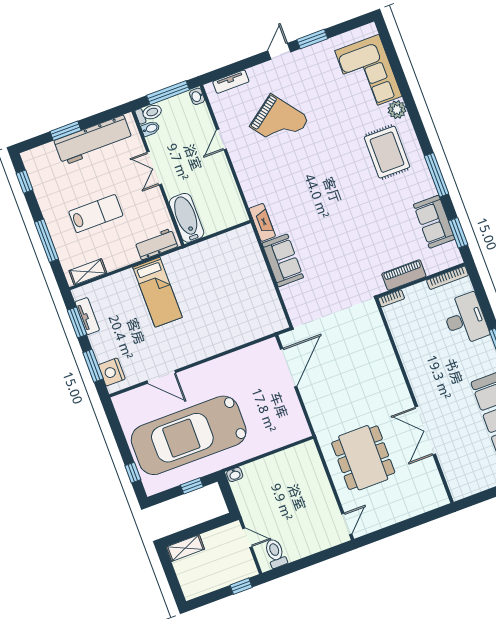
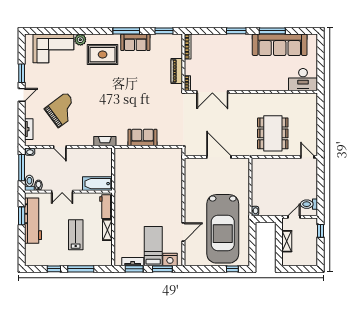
door: (279, 51) -> (22, 95), swing flipped
window: (65, 131) -> (22, 216), moved
window: (25, 182) -> (54, 269), moved
fireplace: (262, 222) -> (105, 141), moved
sofa: (434, 222) -> (135, 42), moved
shelving: (88, 272) -> (107, 230), moved
bed: (157, 292) -> (153, 246), moved, turned -90
desk: (465, 319) -> (303, 80), moved, turned 180
door: (289, 368) -> (219, 157), moved
double door: (425, 431) -> (212, 92), moved
dining table: (363, 458) -> (273, 133), turned 90
window: (192, 486) -> (252, 238), removed
shelving: (185, 548) -> (287, 241), moved

